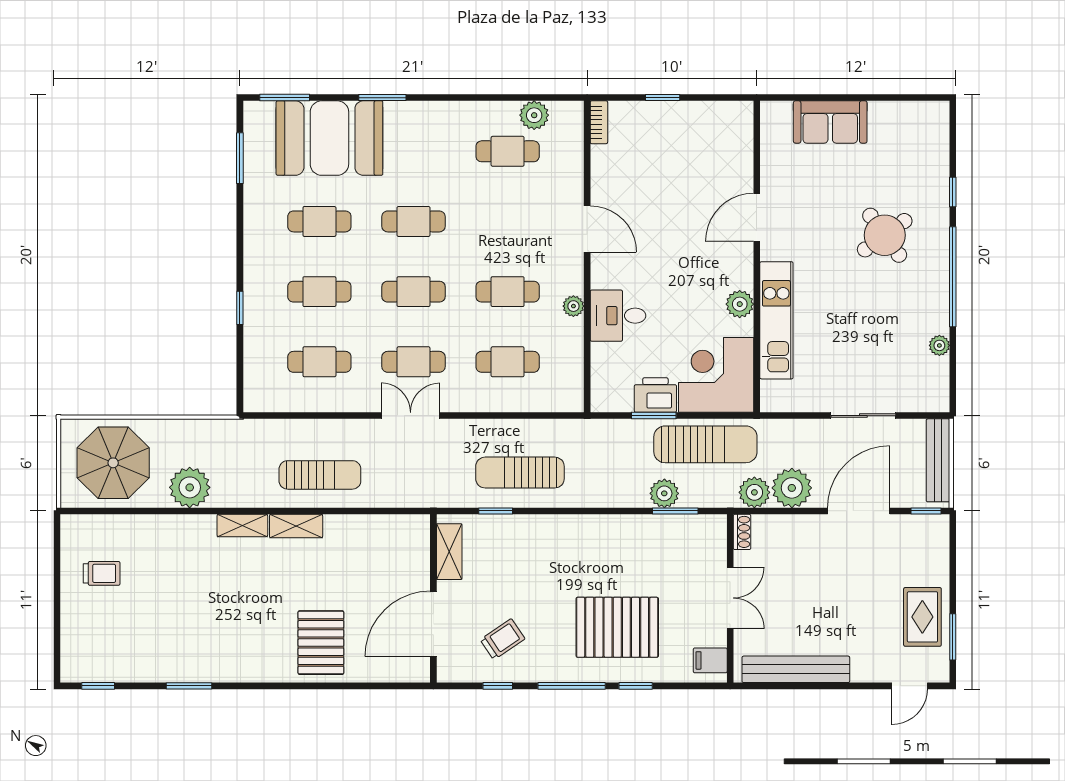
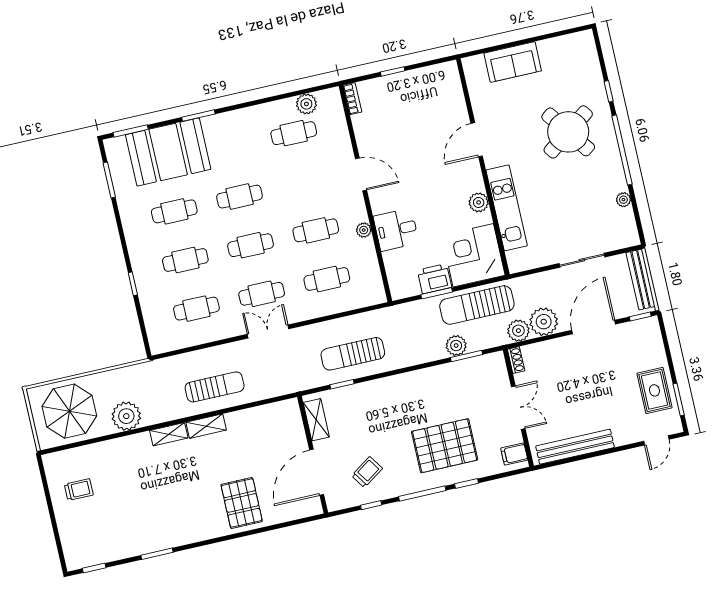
round table: (885, 235) -> (568, 132), width x1.36, depth x1.36
sun lounger: (705, 444) -> (477, 305), turned 180

